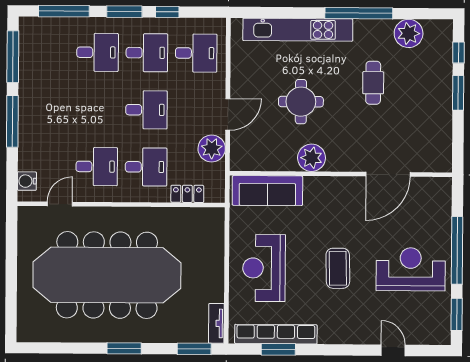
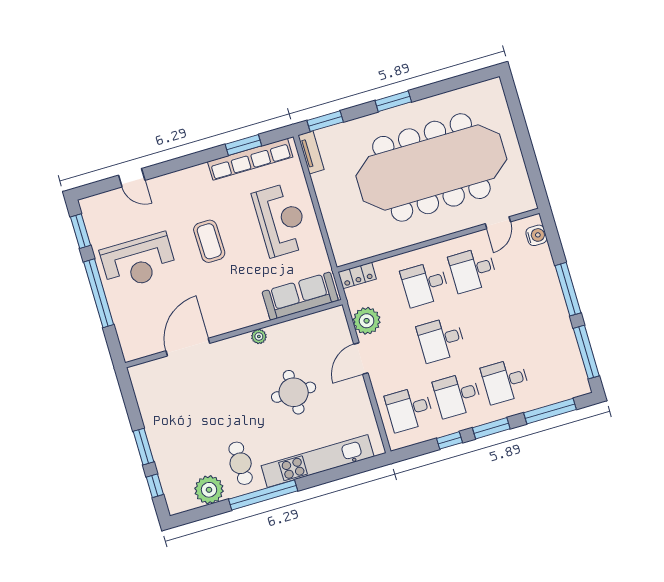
cafe table: (373, 83) -> (241, 463), moved
plant: (312, 158) -> (259, 336), width x0.53, depth x0.53
locker: (187, 194) -> (357, 275), moved

